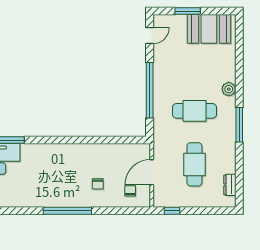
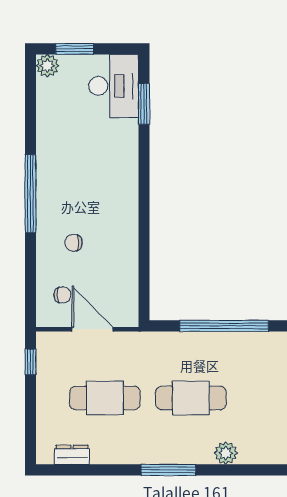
cafe table: (194, 111) -> (191, 398), turned 90

